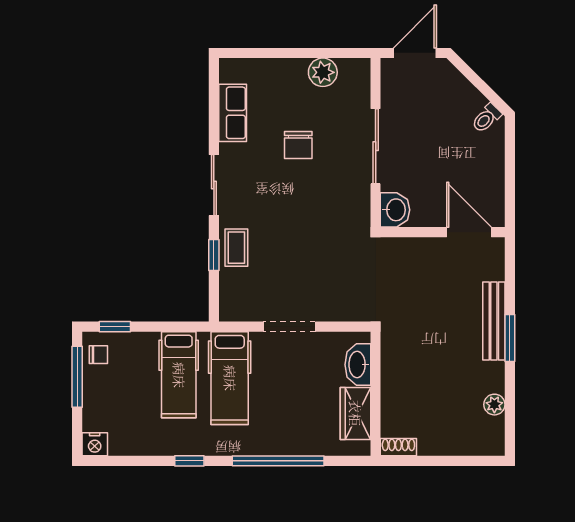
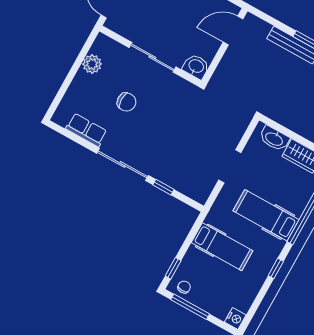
sliding door: (214, 185) -> (123, 164), width x1.37
coffee table: (236, 248) -> (166, 172), removed
hospital bed: (230, 378) -> (266, 215), moved, turned 180

